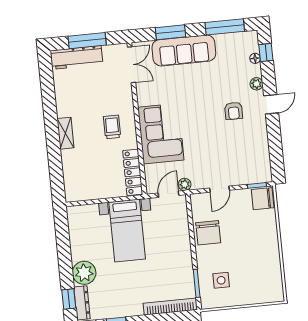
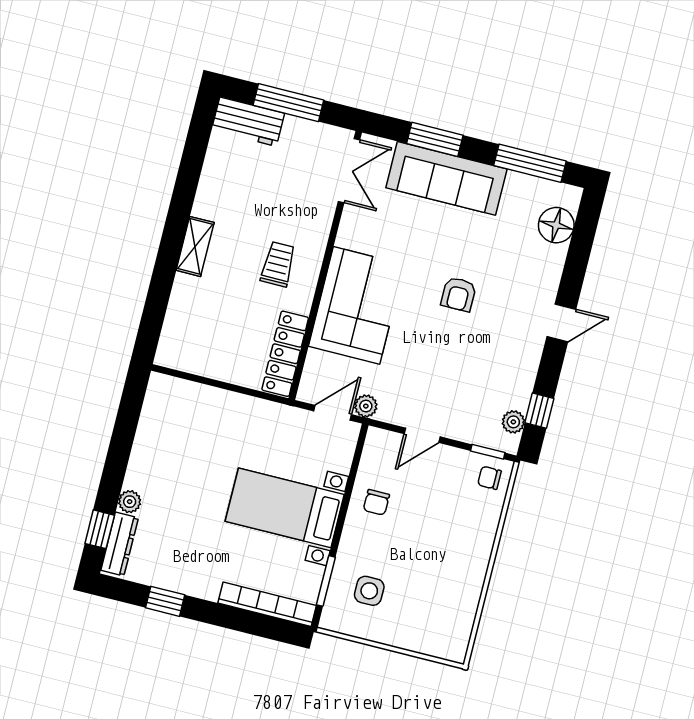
window: (266, 52) -> (539, 411), moved
workbench: (77, 57) -> (248, 122), width x0.73
floor lamp: (255, 58) -> (556, 225), width x1.89, depth x1.89
plant: (257, 84) -> (513, 422), moved
armchair: (234, 111) -> (458, 294), moved
chair: (263, 199) -> (489, 478), width x0.54, depth x0.54
bed with nightstands: (127, 231) -> (285, 508), moved, turned 90
chair: (208, 233) -> (376, 502), width x0.54, depth x0.54
plant: (84, 273) -> (130, 502), width x0.53, depth x0.53

